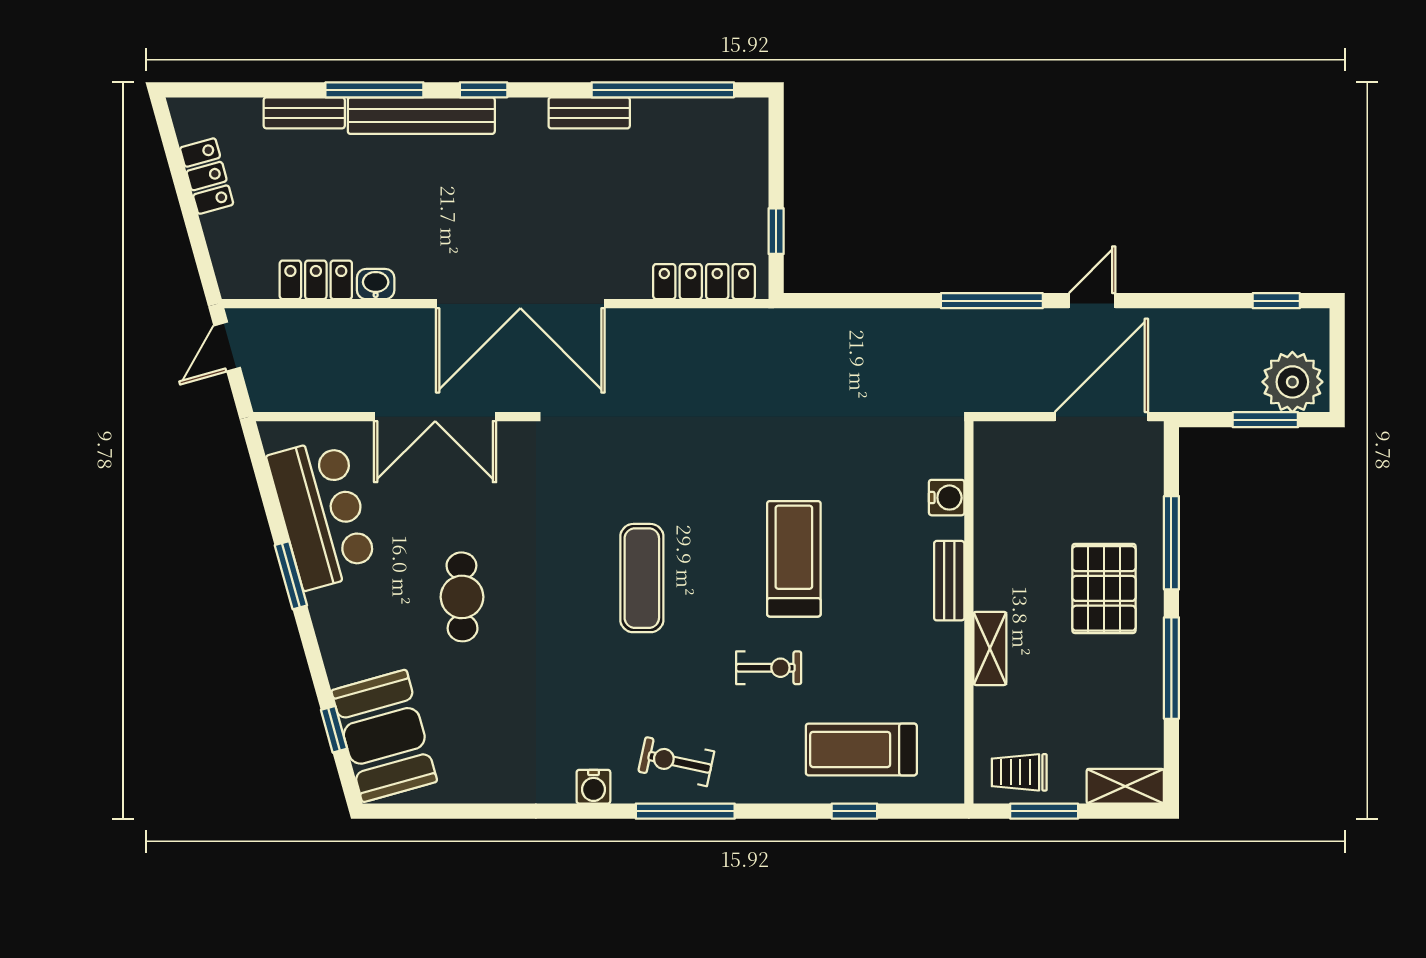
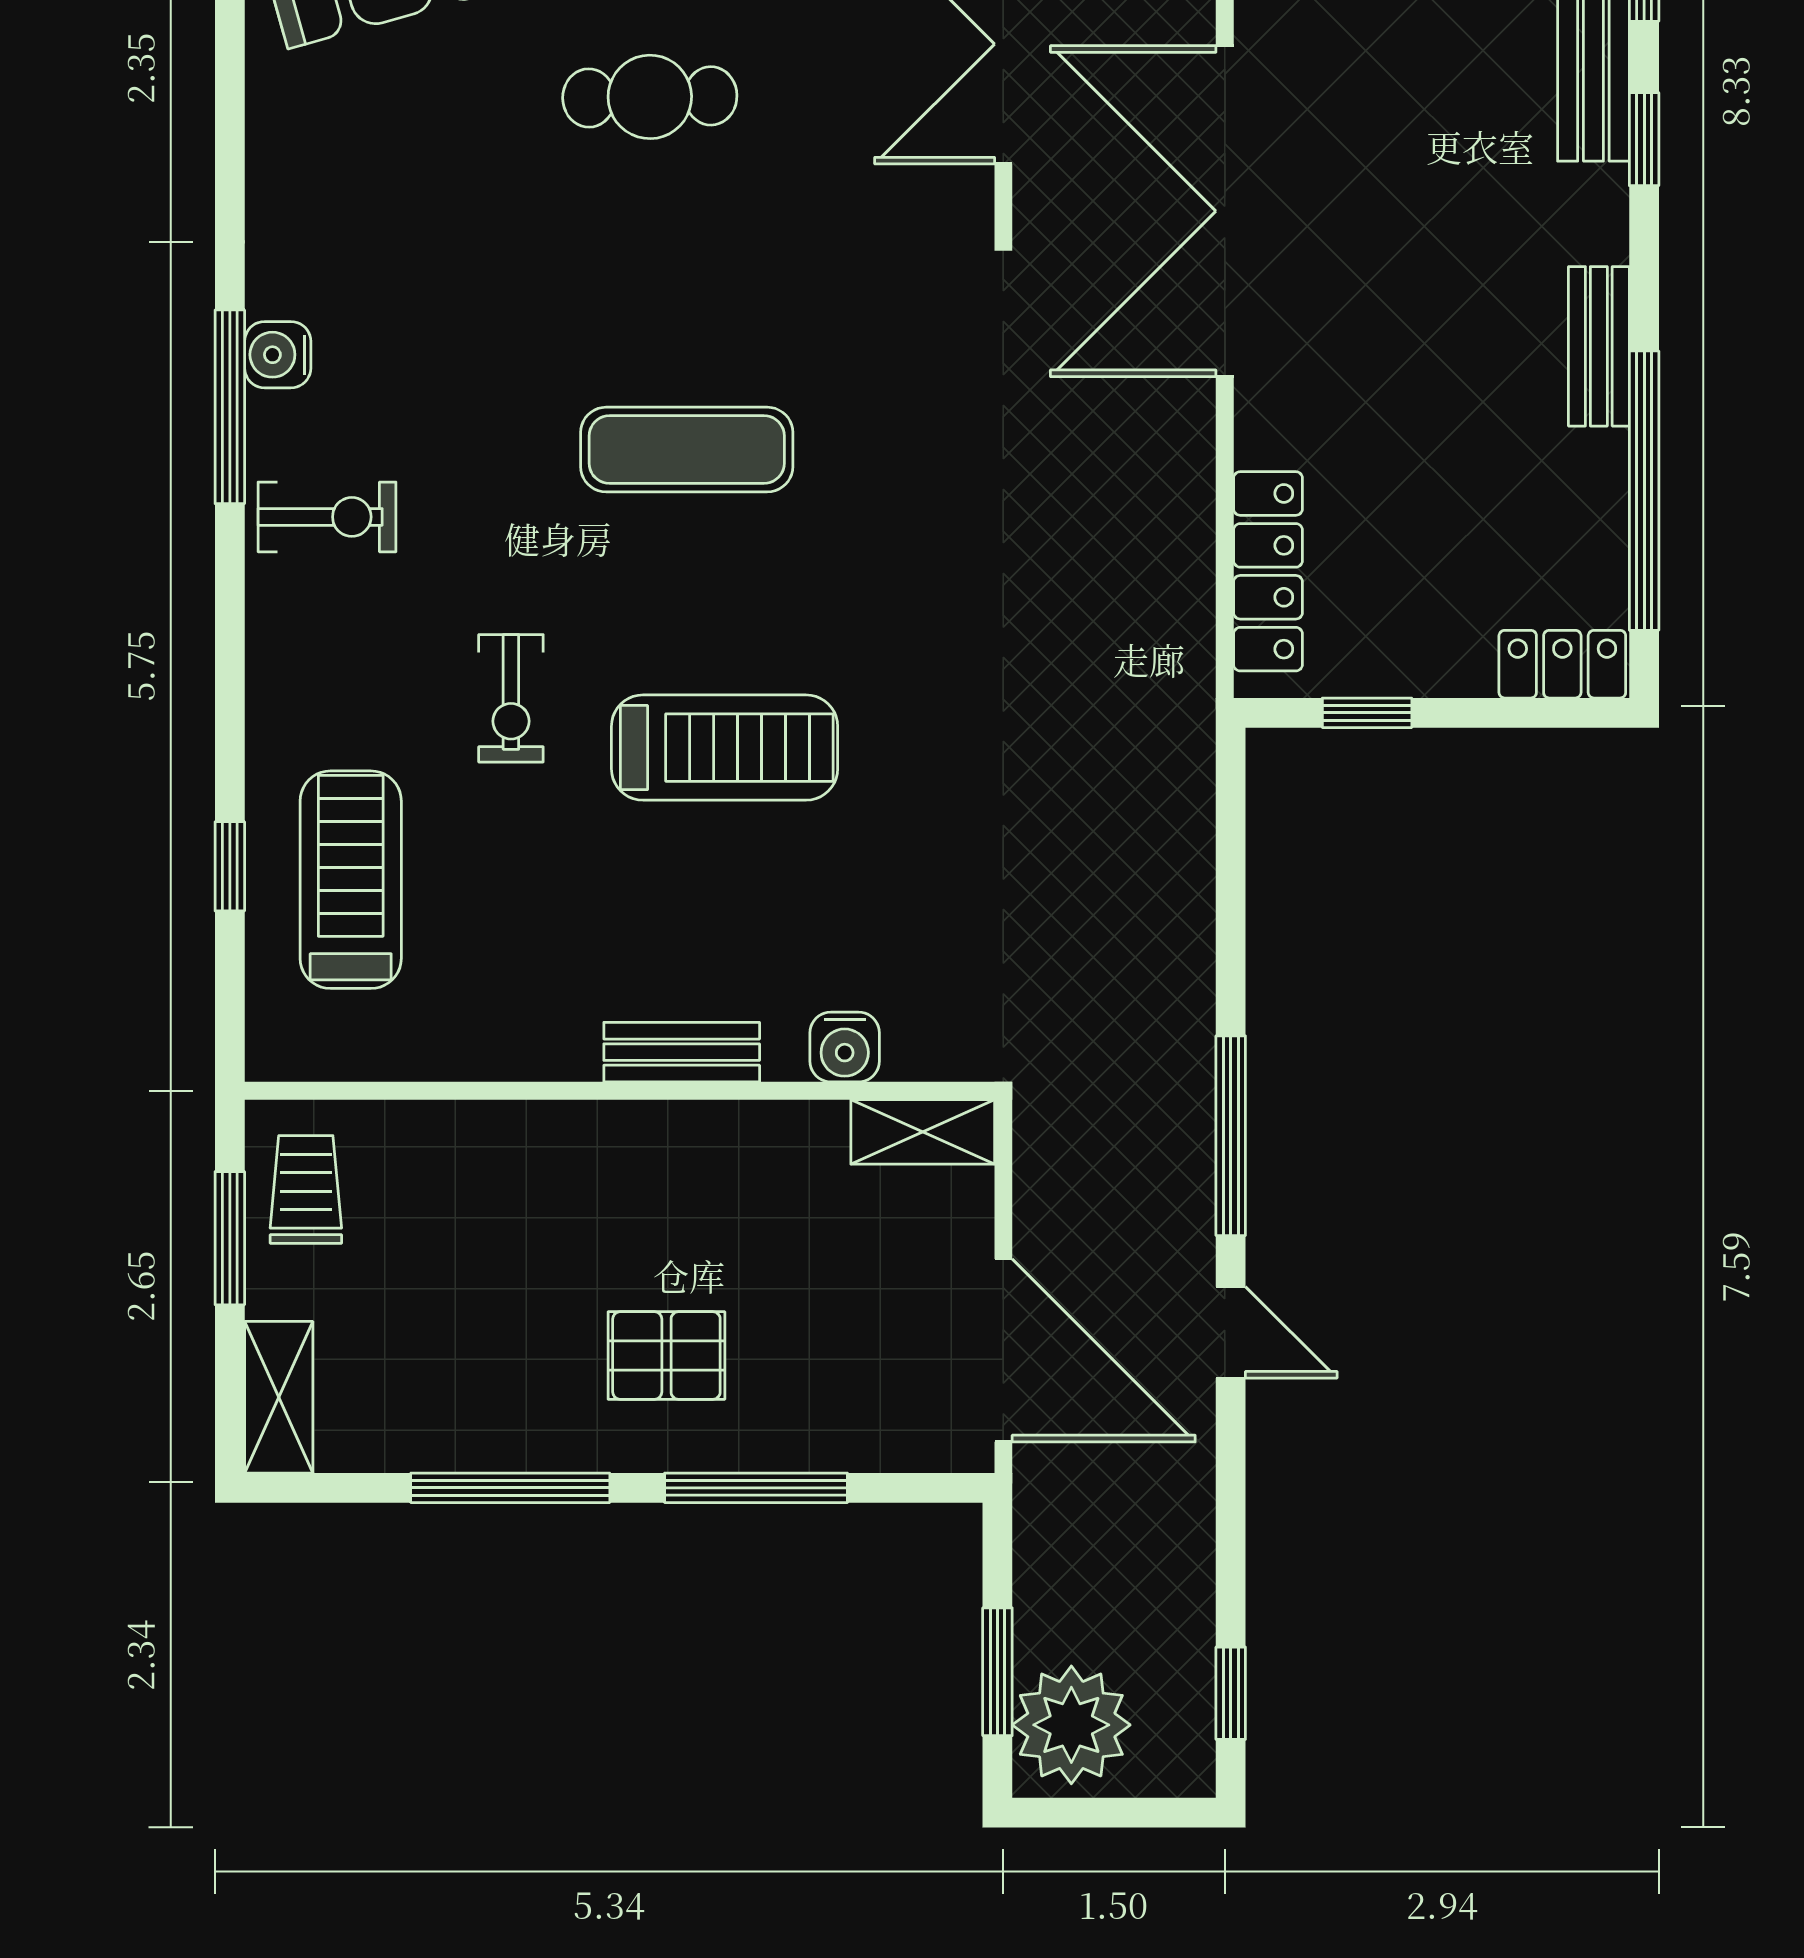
locker: (751, 131) -> (1562, 664), added
pallet: (1104, 588) -> (666, 1355), width x0.67, depth x0.71
shelving: (990, 648) -> (923, 1132), moved
exercise bike: (676, 762) -> (327, 517), turned 78
window: (685, 811) -> (230, 407), moved

